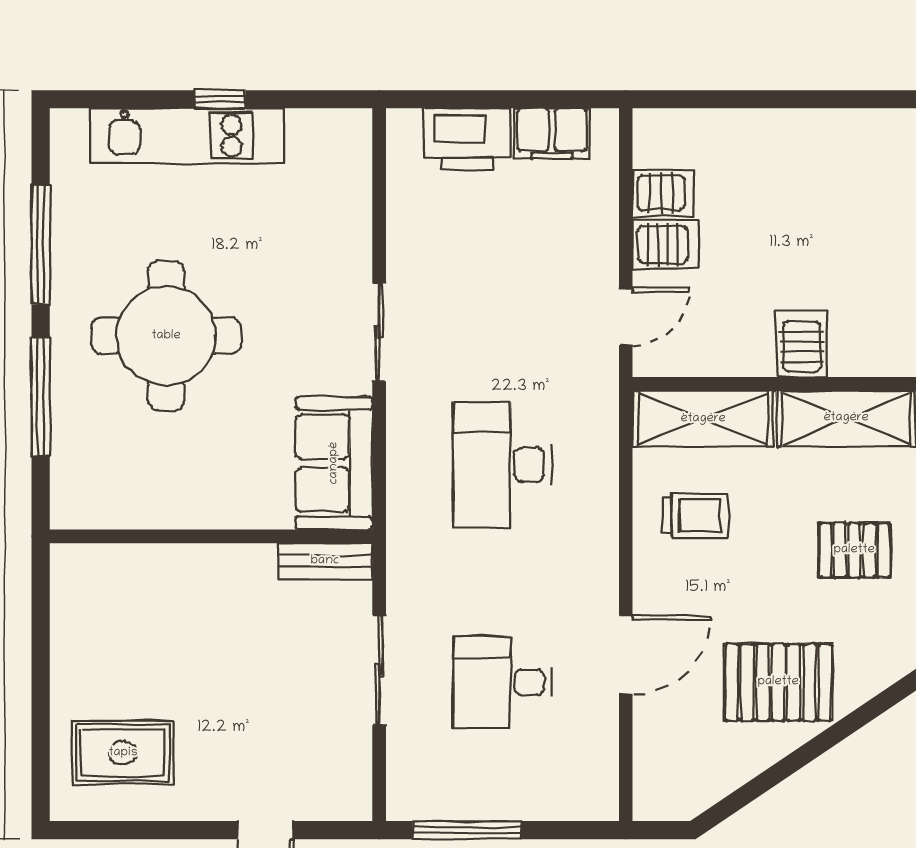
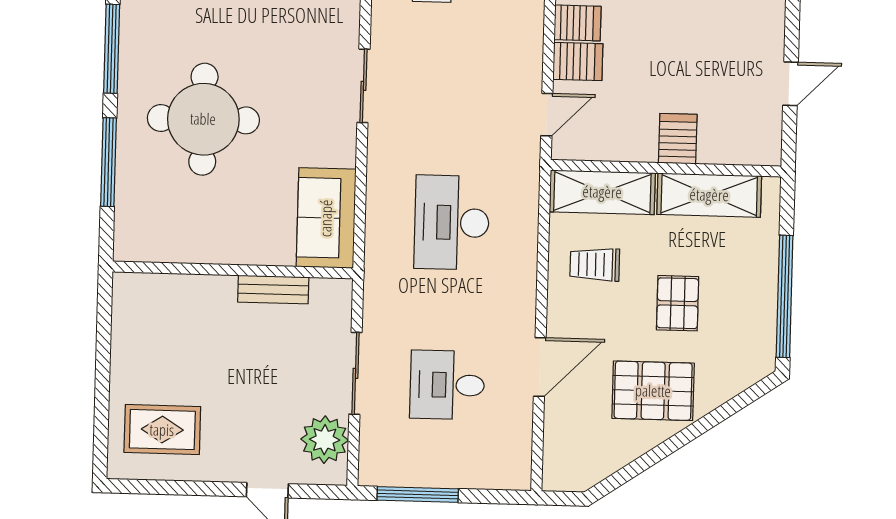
sliding door: (379, 332) -> (363, 86), moved
trolley: (696, 516) -> (595, 265), turned 180
pallet: (854, 550) -> (678, 303), moved, turned 90
bench: (325, 561) -> (273, 290), moved
plant: (340, 760) -> (325, 440), added

